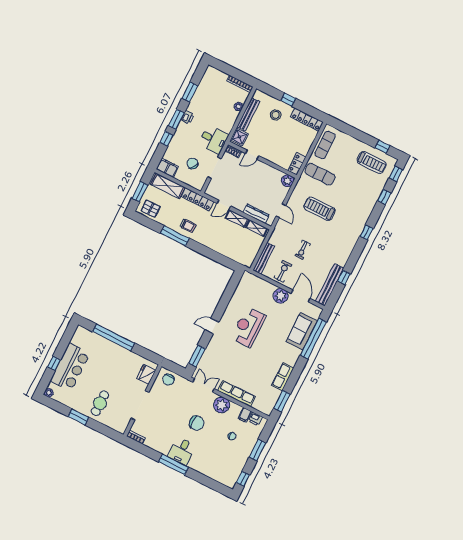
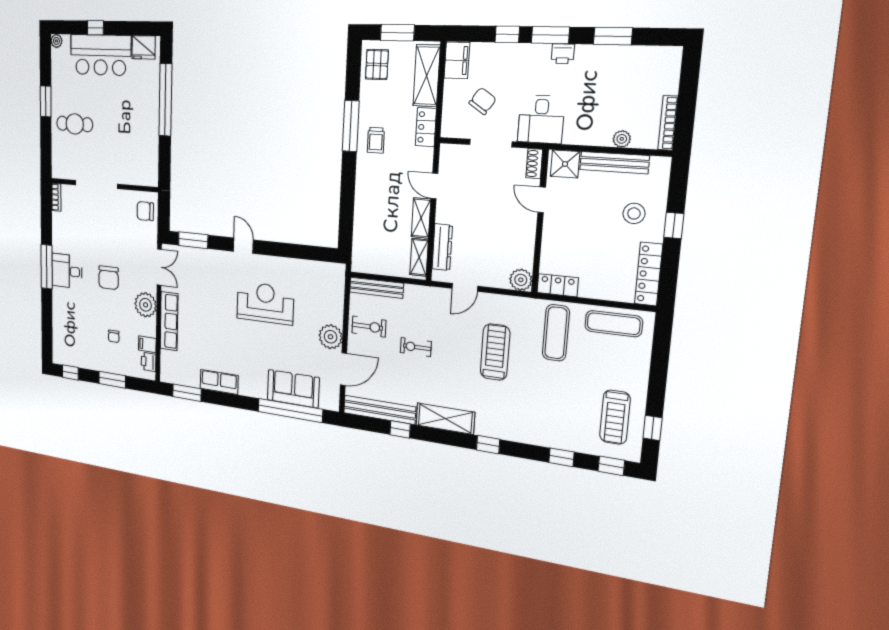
locker: (198, 199) -> (426, 127), width x0.66
shelving: (346, 250) -> (445, 419), added
fridge: (146, 374) -> (144, 47), moved, turned 180

